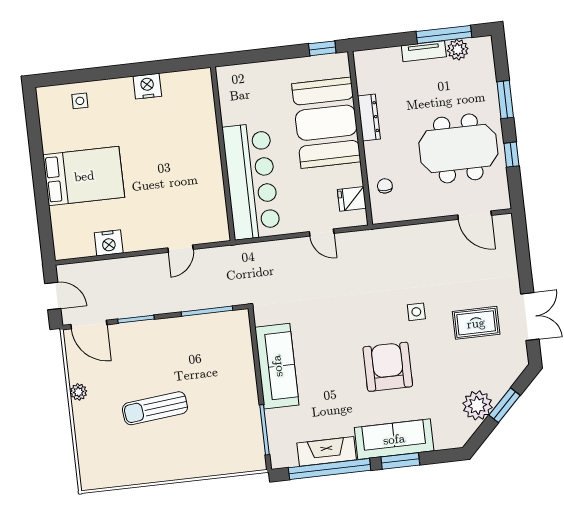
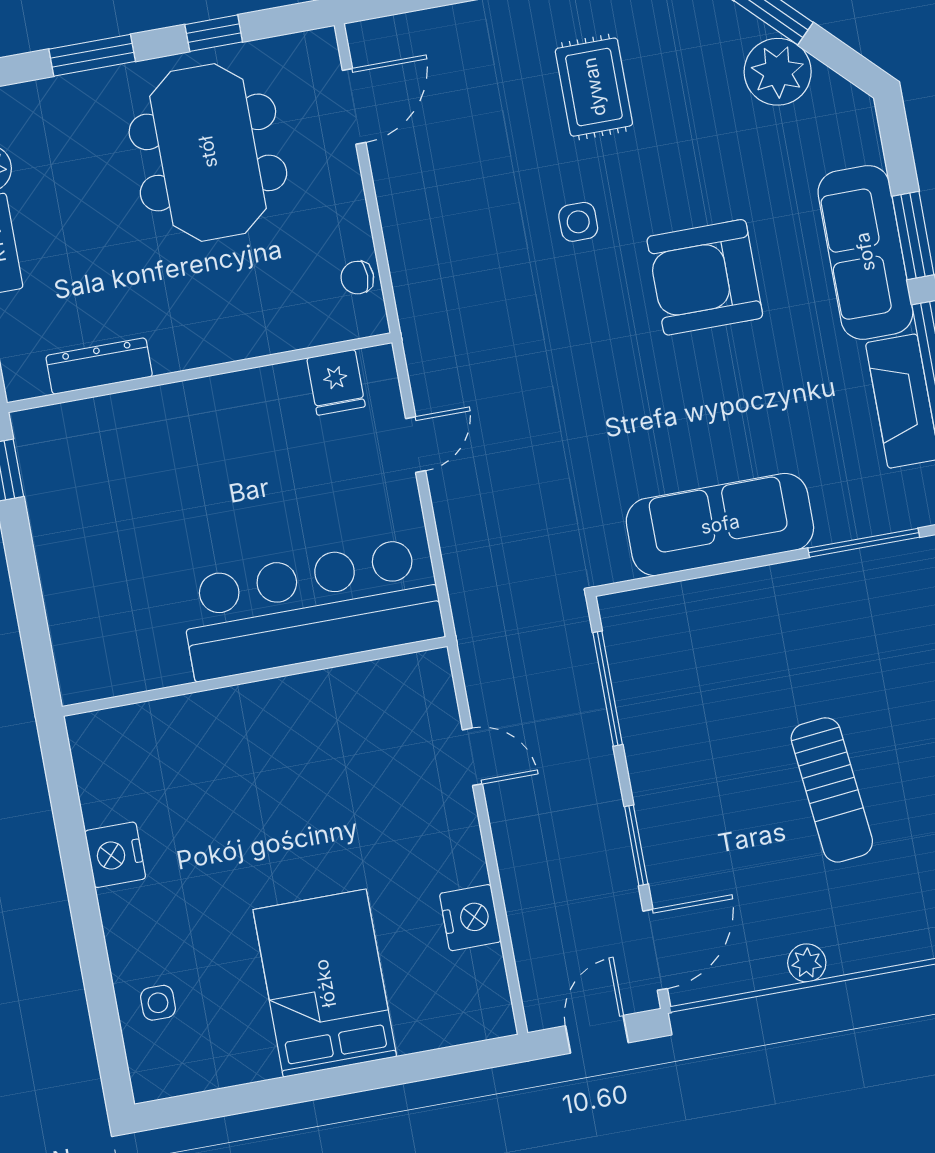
dresser: (369, 117) -> (99, 366), moved
booth: (326, 123) -> (170, 451), removed
chair: (385, 186) -> (357, 278), moved

